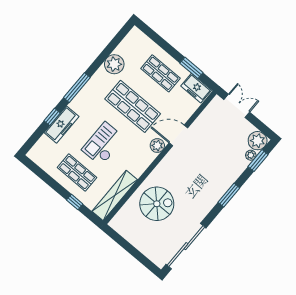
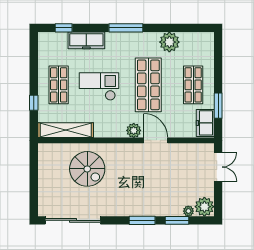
window: (52, 117) -> (64, 28), moved
window: (258, 161) -> (177, 220), moved

